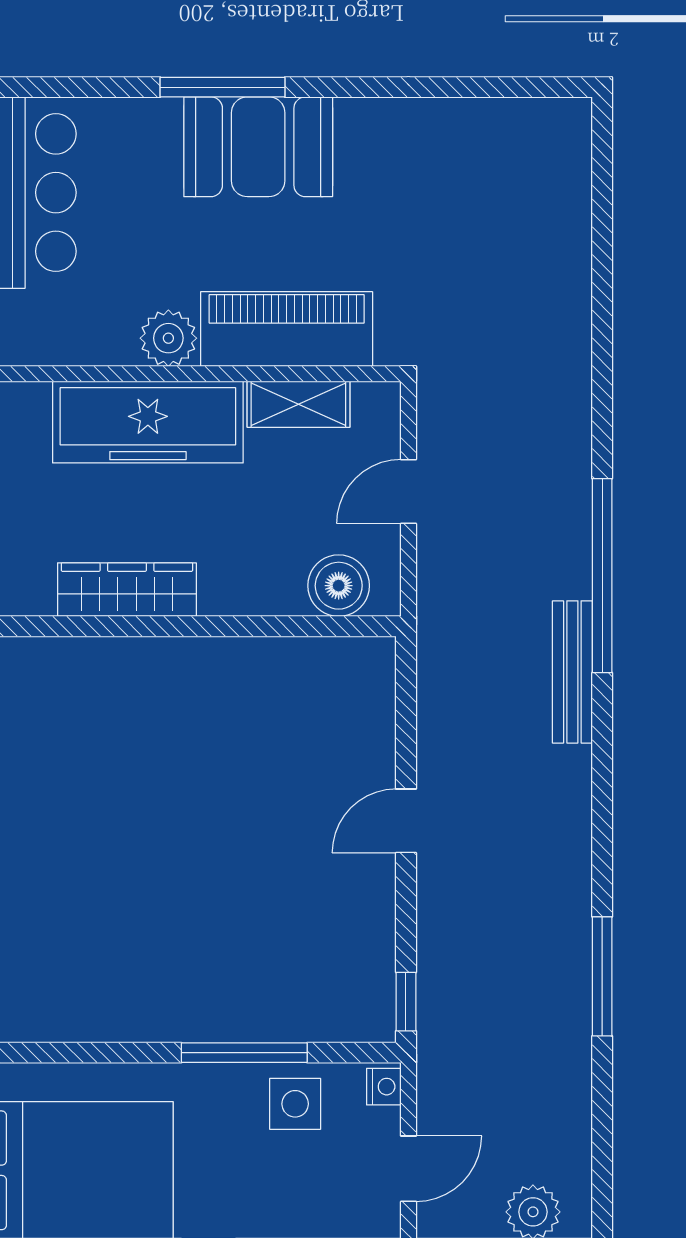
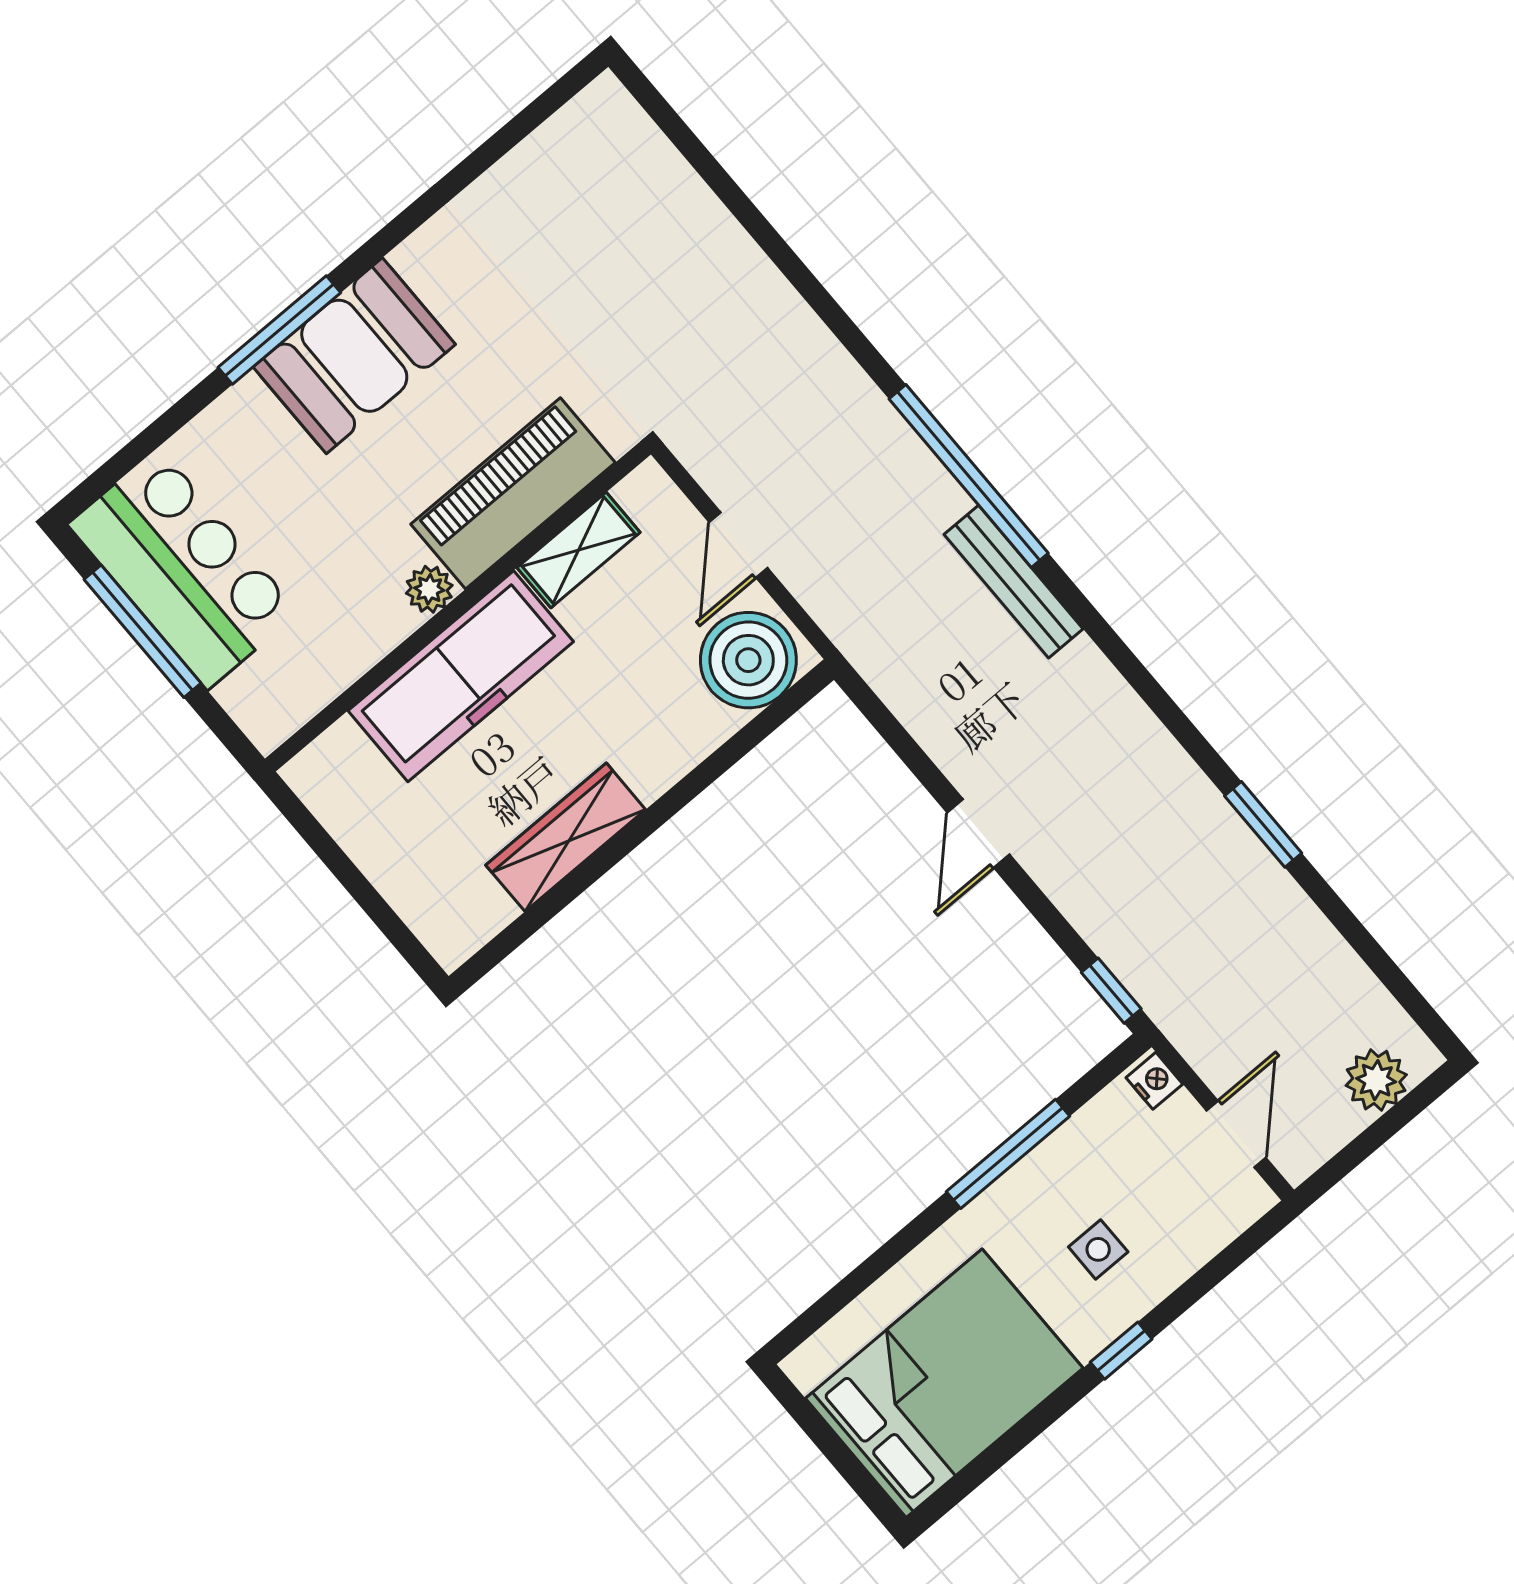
plant: (168, 338) -> (429, 589), width x0.73, depth x0.73
boiler: (339, 586) -> (748, 660), width x1.37, depth x1.37
window: (602, 976) -> (1263, 824), width x0.69
side table: (295, 1104) -> (1098, 1249), moved, width x0.73, depth x0.73

